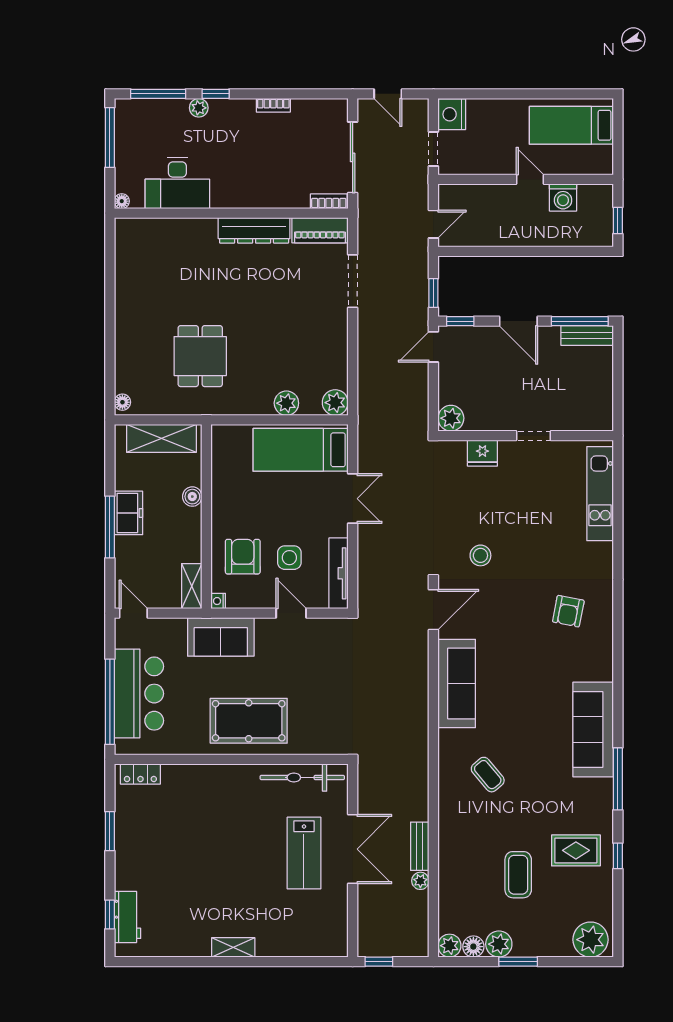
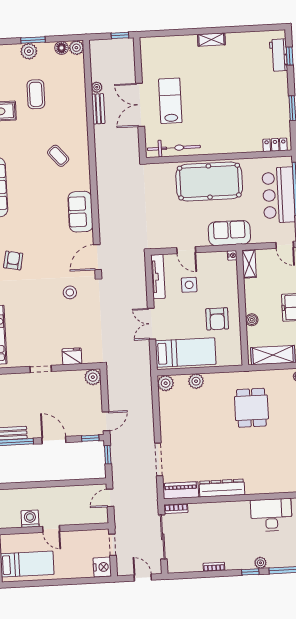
armchair: (243, 557) -> (217, 319), moved
sofa: (457, 683) -> (80, 212), width x0.73
pool table: (249, 721) -> (209, 182), width x1.36, depth x1.32
plant: (499, 944) -> (29, 51), moved

